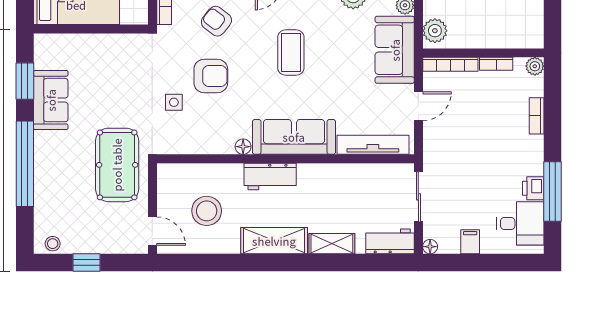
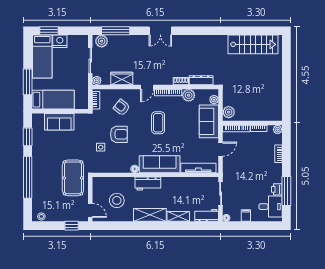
sofa: (51, 100) -> (59, 122), moved, turned 90
window: (87, 263) -> (72, 226), moved

